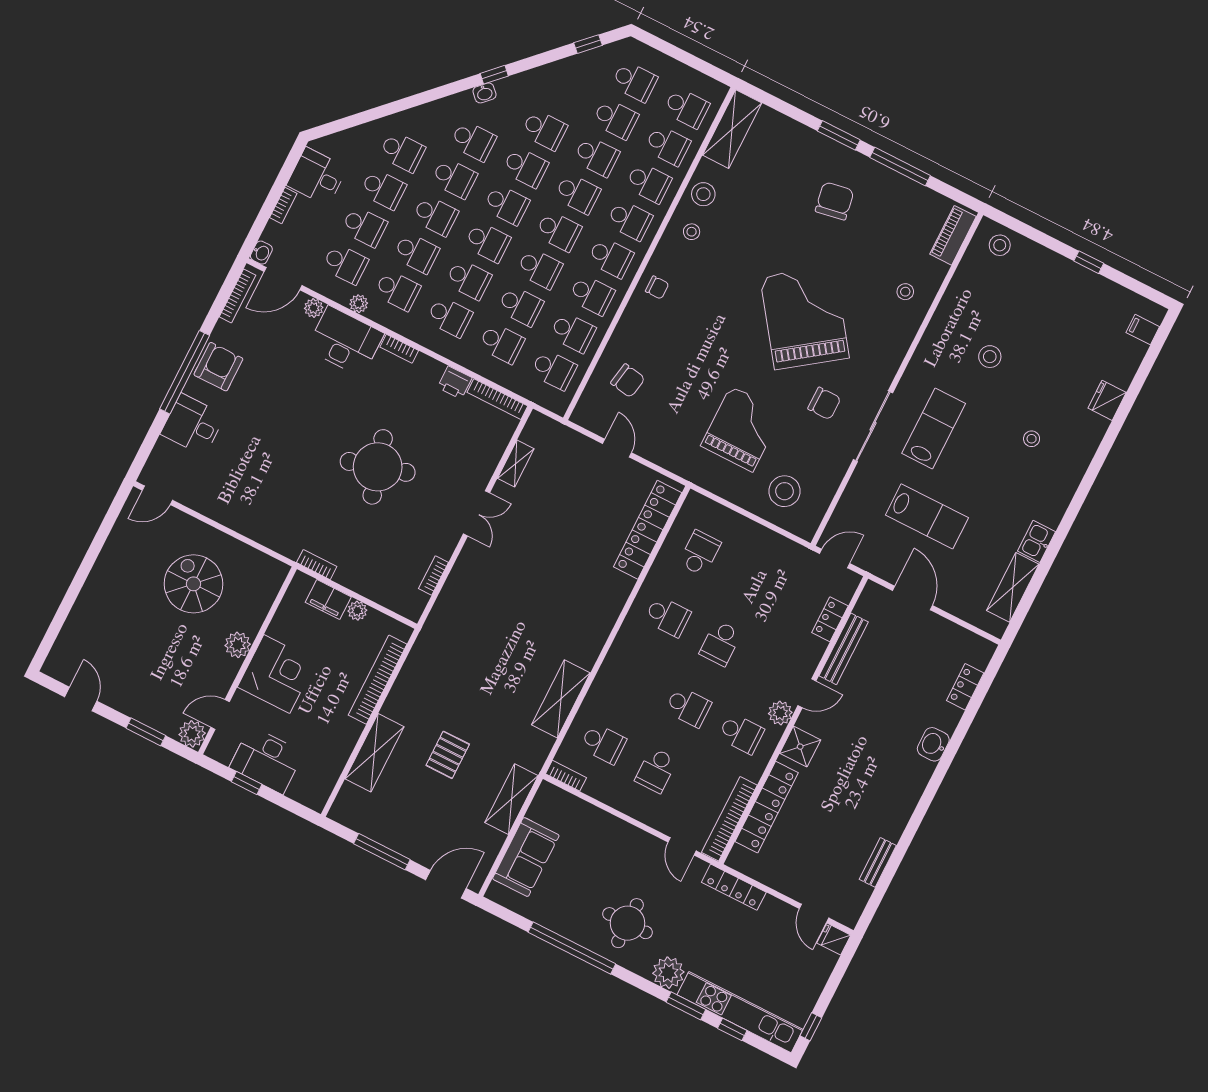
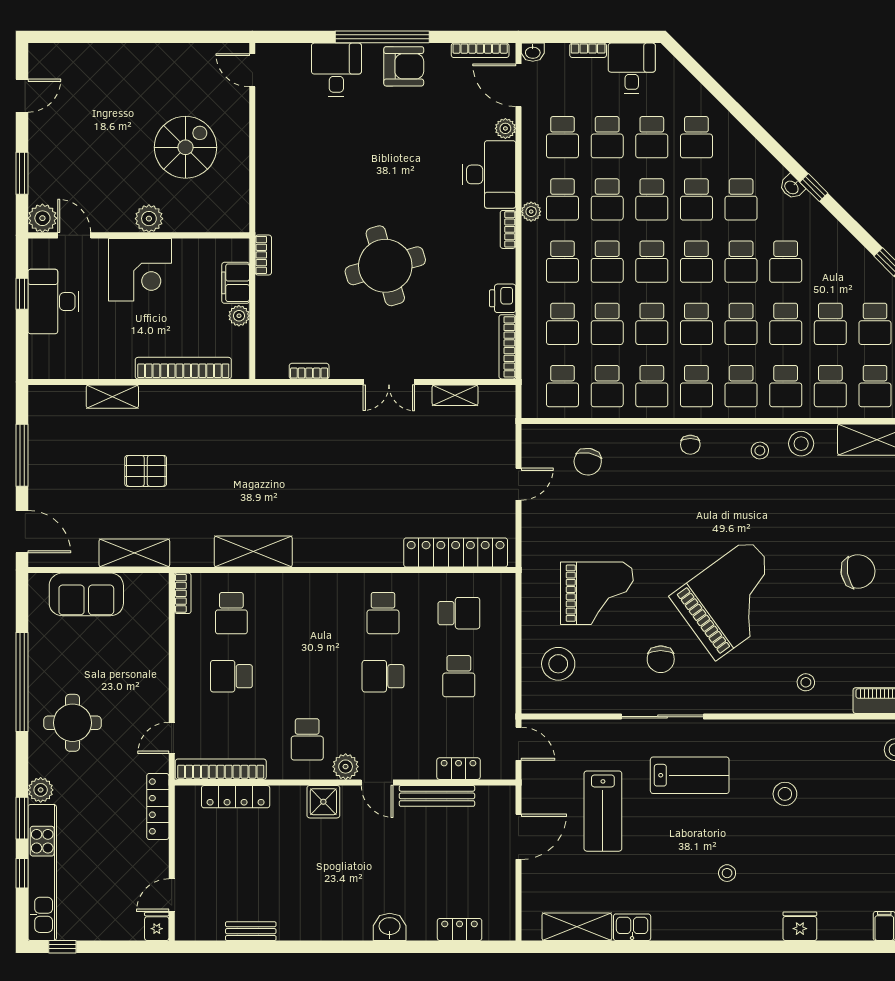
plant: (359, 304) -> (531, 212), moved
school desk: (688, 707) -> (459, 676), moved
shelving: (375, 753) -> (112, 397), width x0.67, depth x0.75
locker: (767, 807) -> (236, 797), width x0.71, depth x0.83
plant: (668, 973) -> (41, 790), width x0.73, depth x0.73

